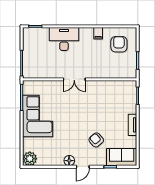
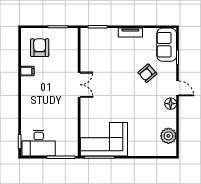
desk: (64, 39) -> (39, 143), moved, turned -90
armchair: (119, 44) -> (40, 48), turned 90
double door: (74, 79) -> (79, 85), moved
corner sofa: (38, 116) -> (104, 139), moved
plant: (30, 159) -> (168, 136), moved

